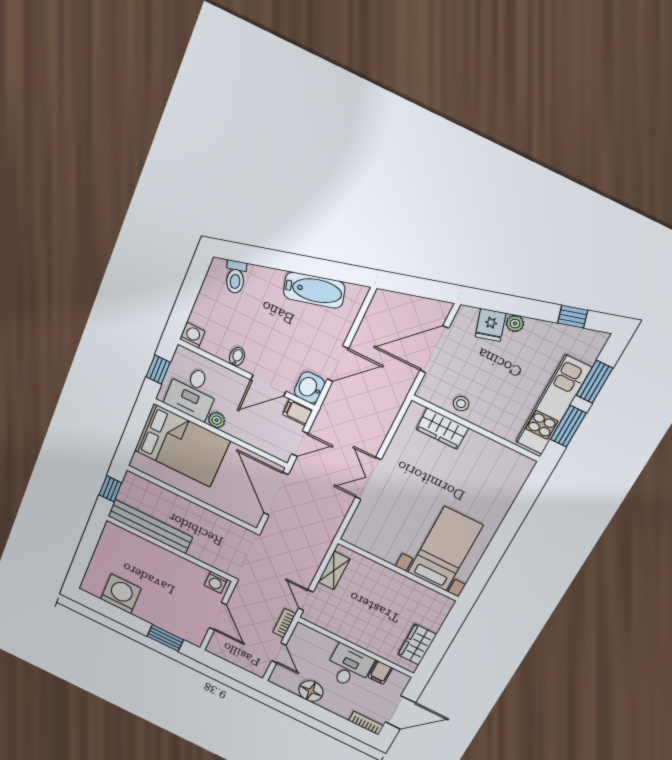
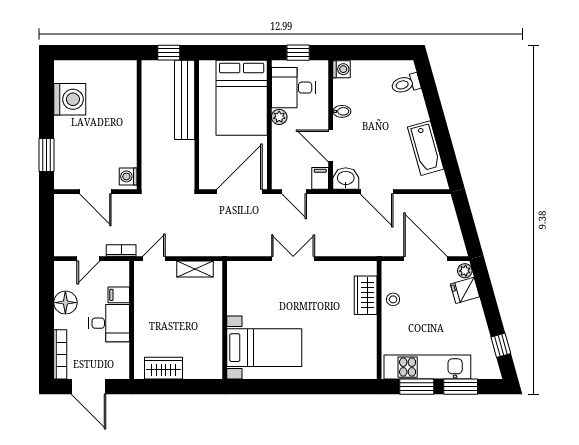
plant: (515, 324) -> (465, 271), moved
bench: (150, 527) -> (185, 100), moved
door: (218, 616) -> (95, 192), hinge flipped
filing cabinet: (380, 672) -> (119, 295), moved
bookcase: (366, 723) -> (60, 354), width x1.56

